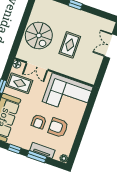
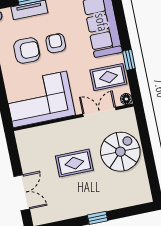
spiral stairs: (39, 35) -> (120, 152), turned 90
rug: (70, 45) -> (74, 163), turned 90

